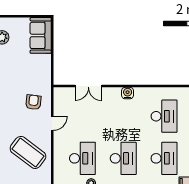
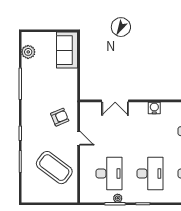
armchair: (33, 102) -> (60, 117), turned 60
door: (52, 123) -> (79, 138), hinge flipped

